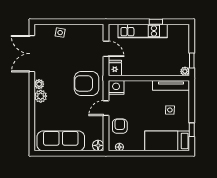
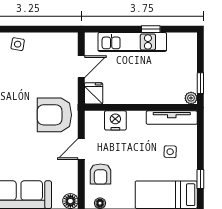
door: (106, 49) -> (81, 67), hinge flipped
nightstand: (116, 87) -> (115, 120), moved
armchair: (120, 126) -> (101, 174), turned 180

